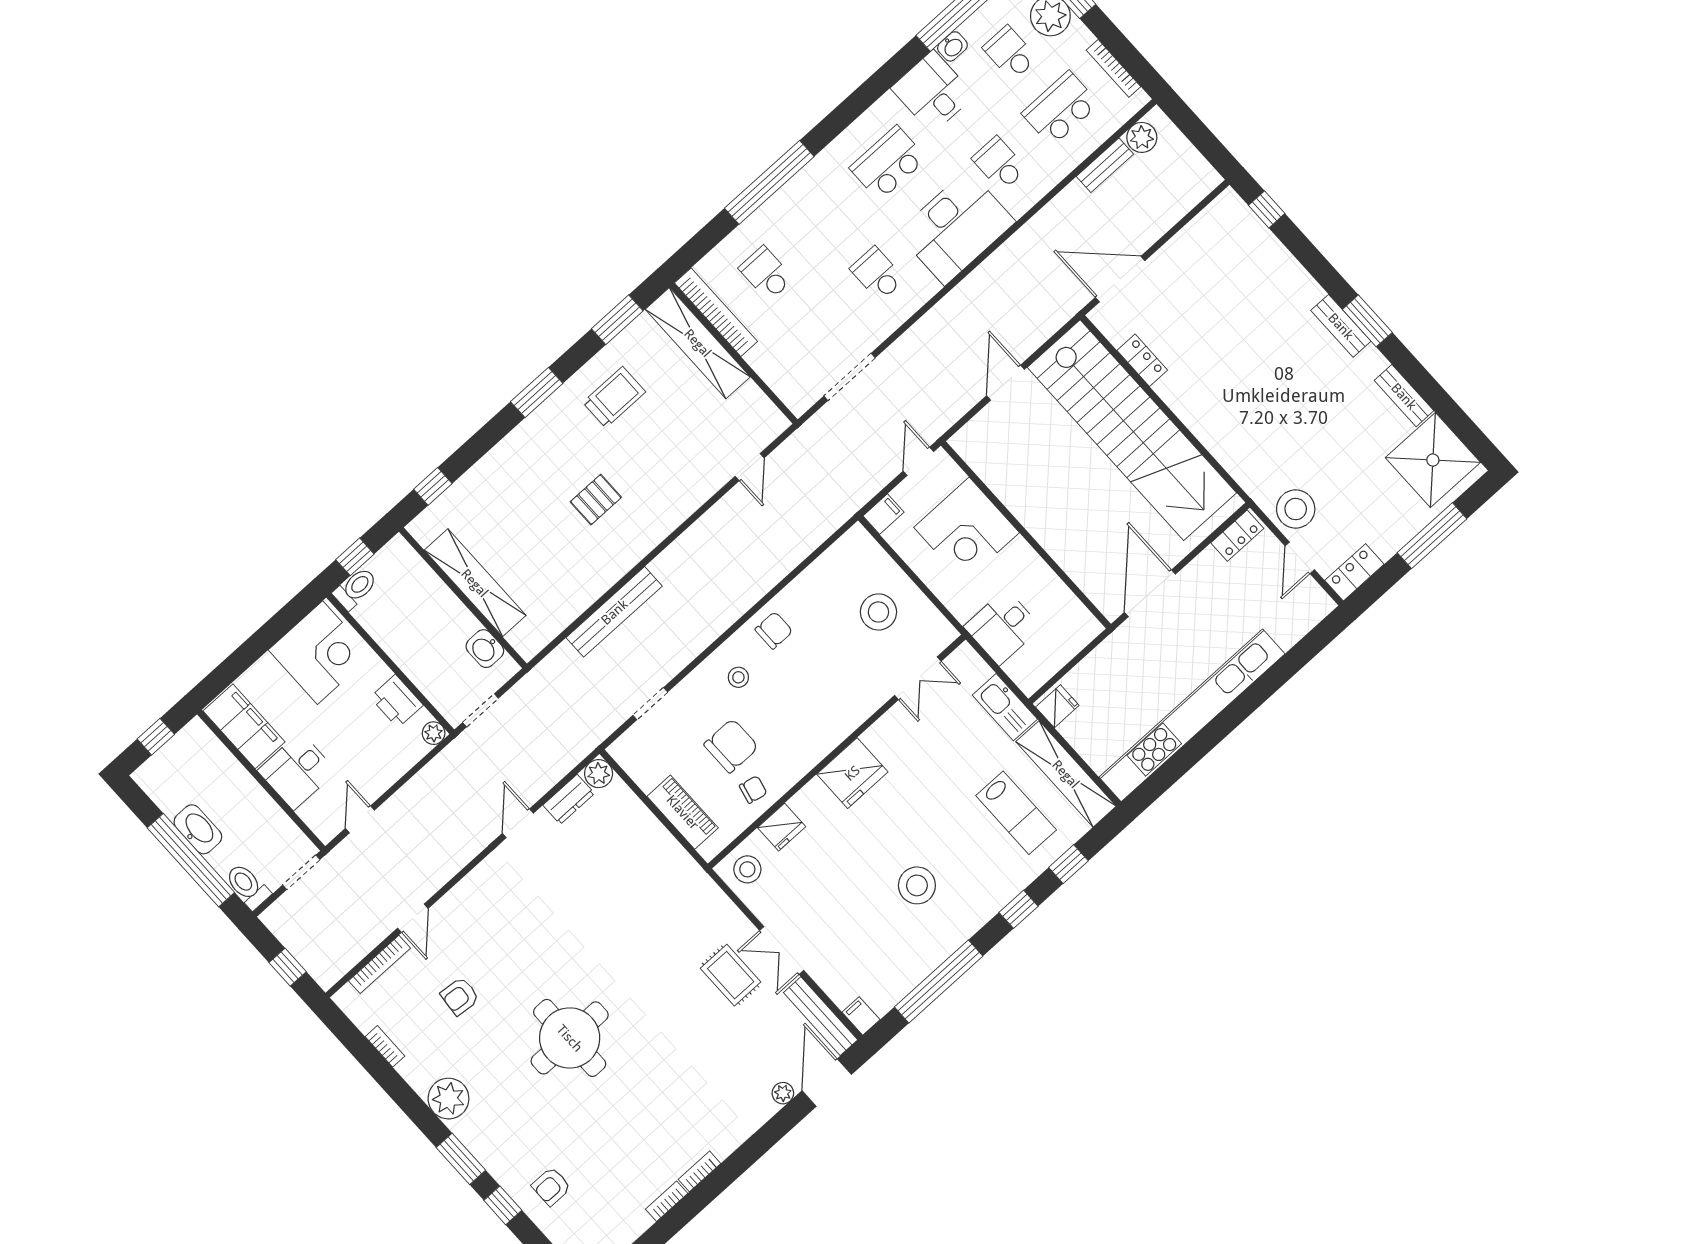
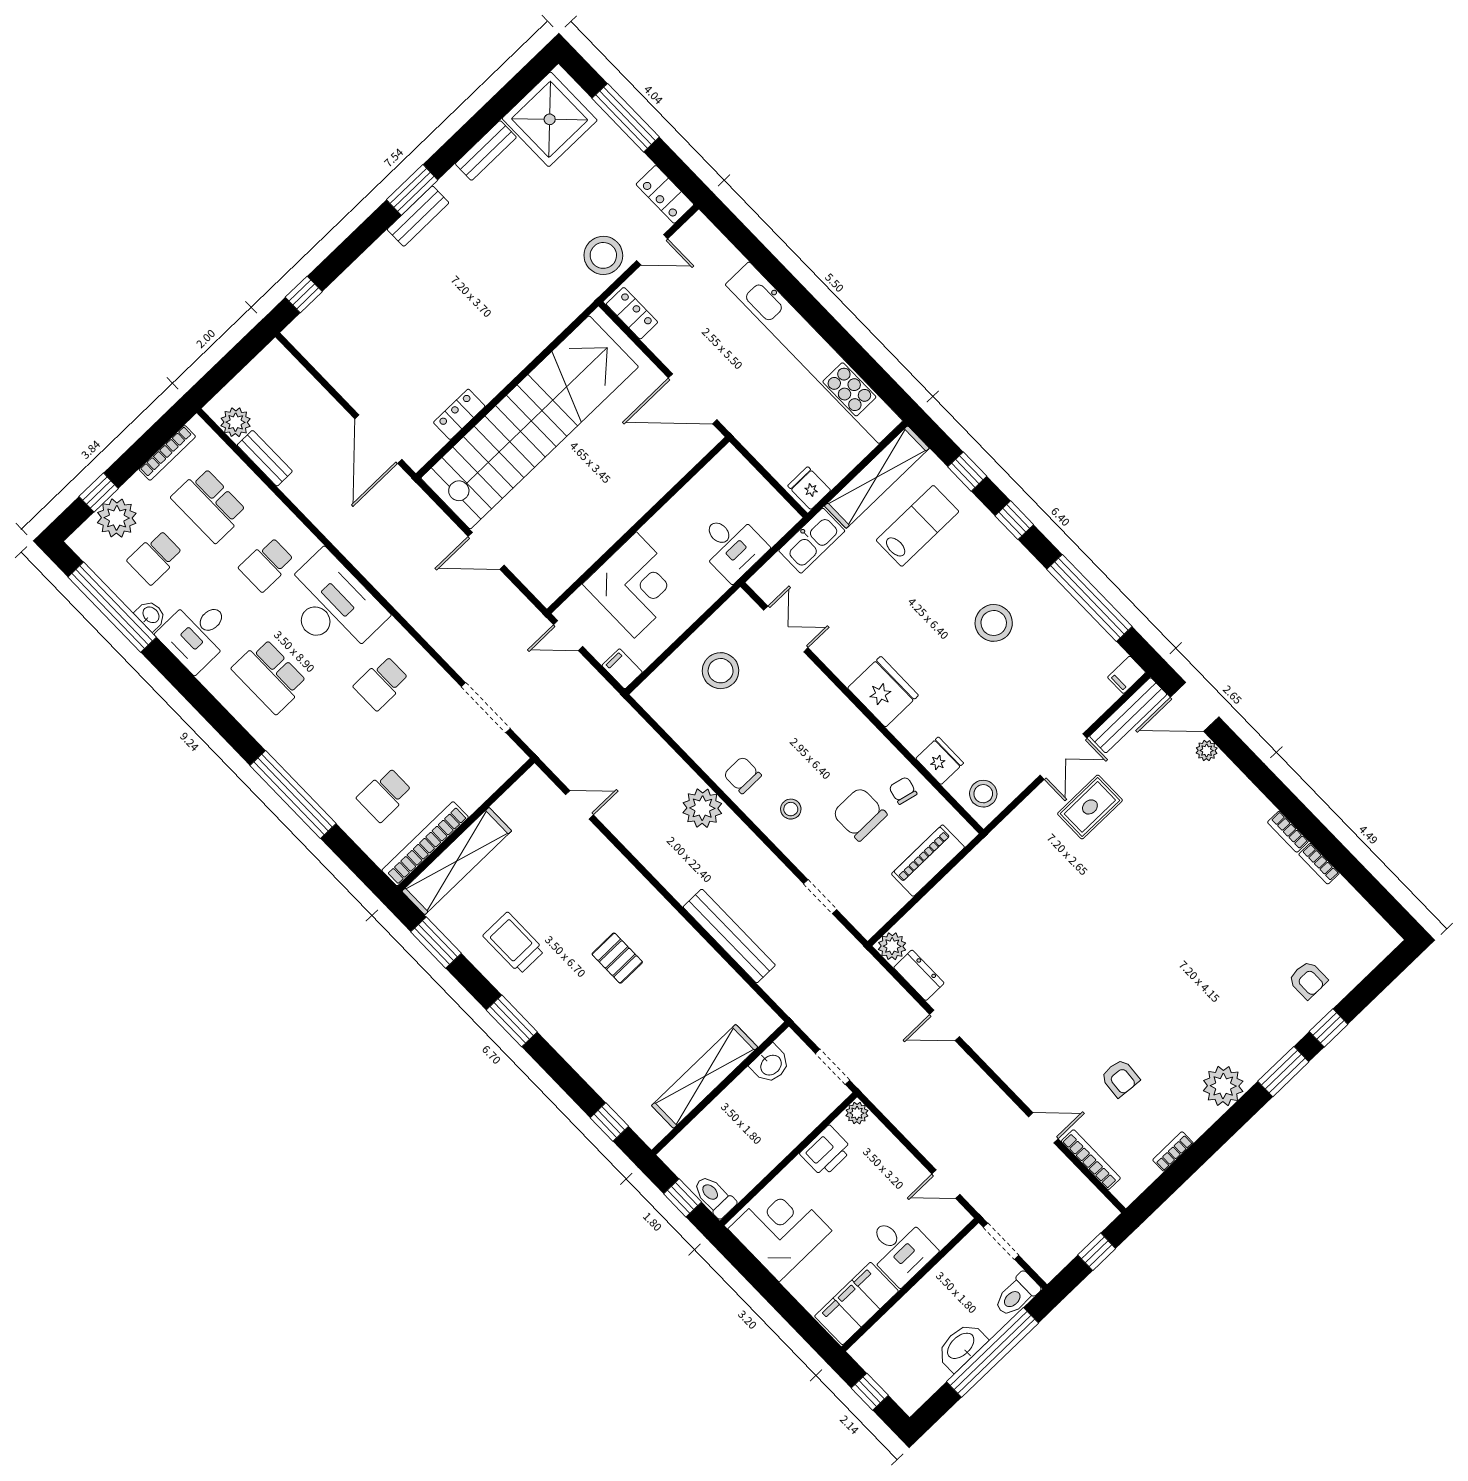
plant: (742, 589) -> (702, 808), added
round table: (570, 1038) -> (1158, 966), removed

